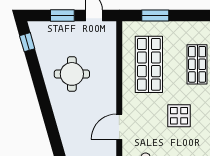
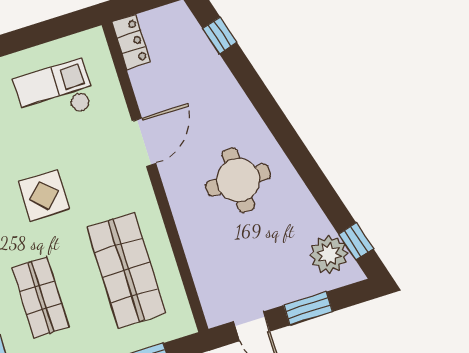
plant: (43, 40) -> (329, 254), added
round table: (72, 74) -> (238, 180), moved

